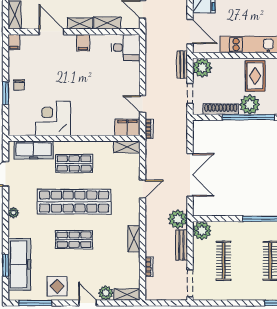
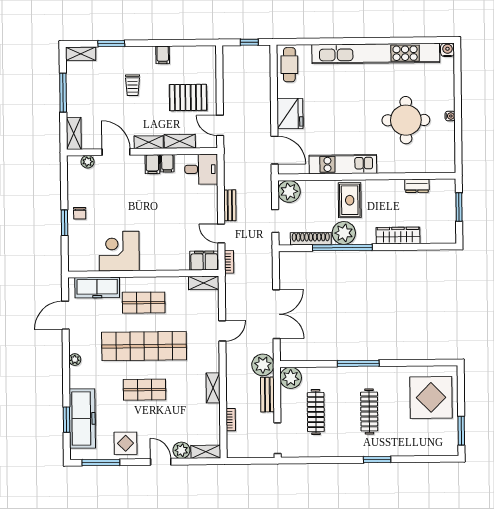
plant: (26, 40) -> (88, 162), added
filing cabinet: (14, 42) -> (167, 163), moved
bench: (182, 65) -> (230, 205), moved

